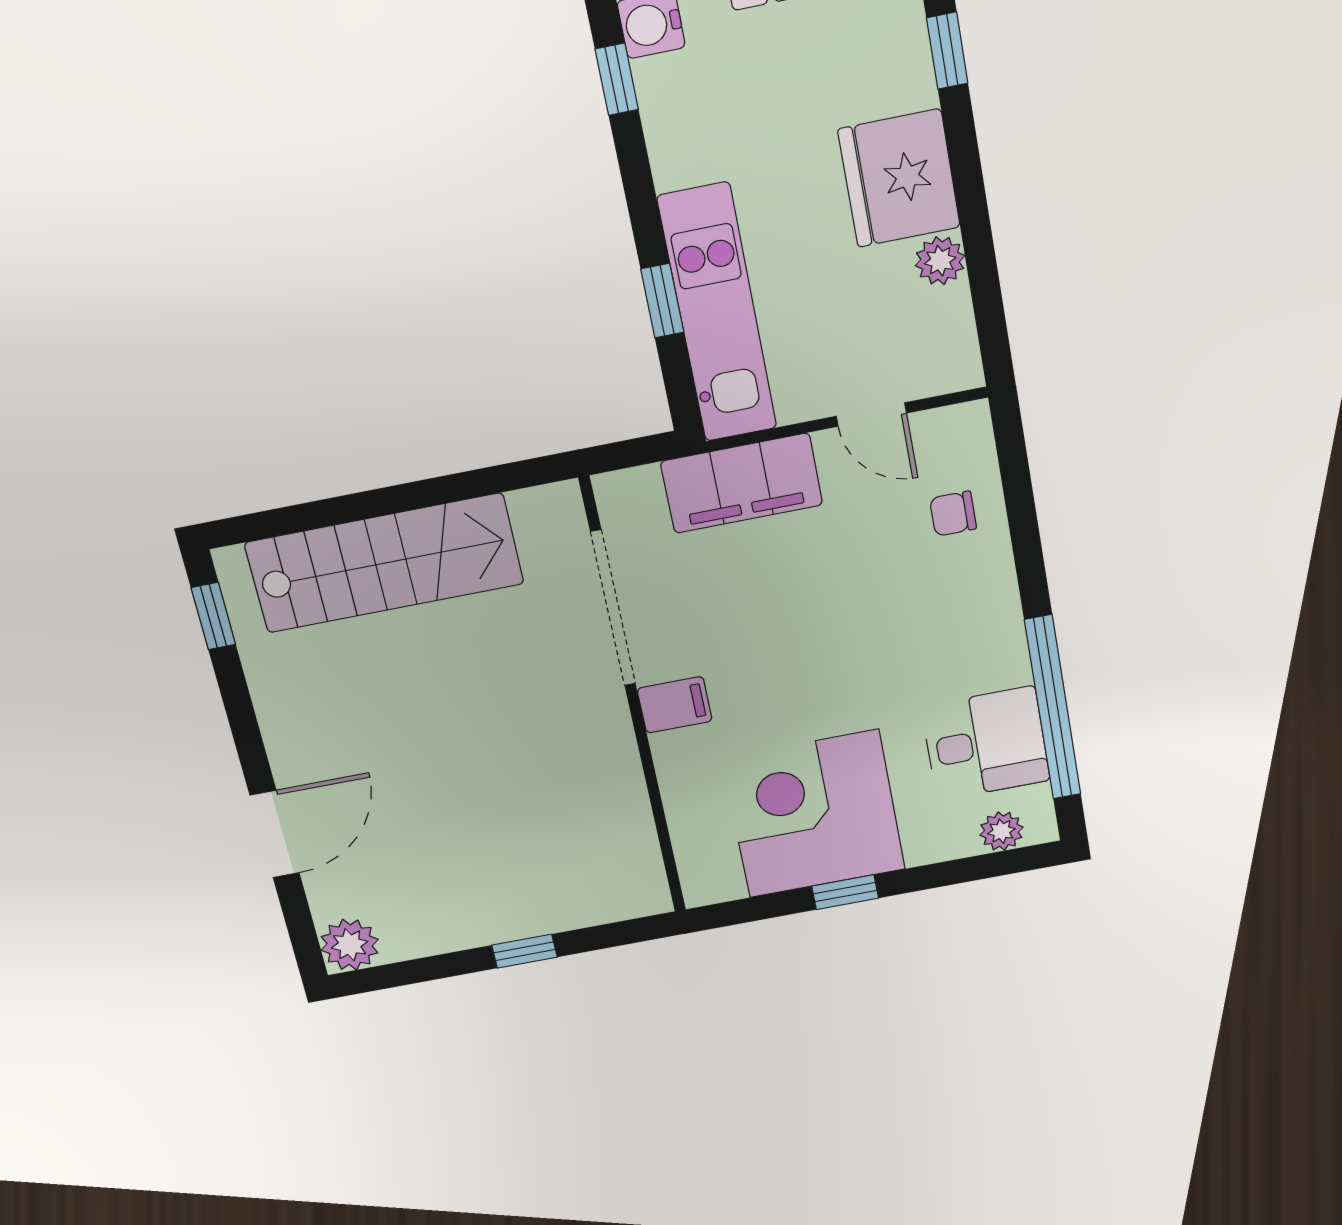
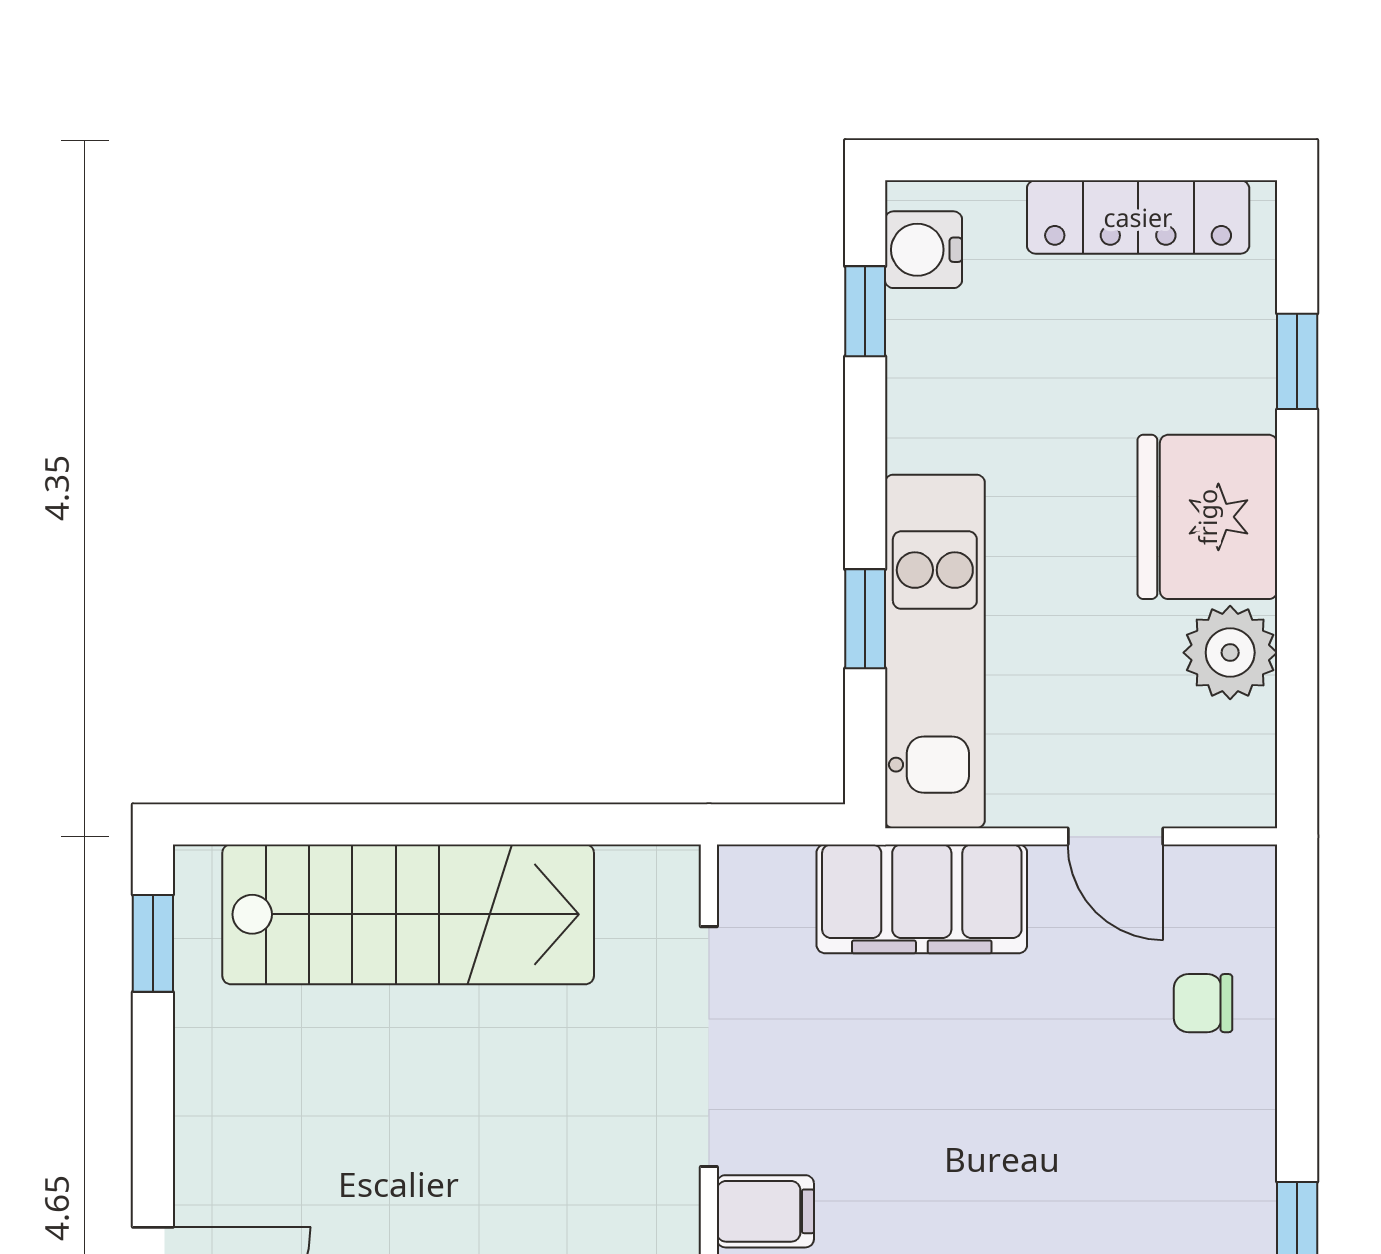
plant: (940, 261) -> (1230, 653), width x1.38, depth x1.38

